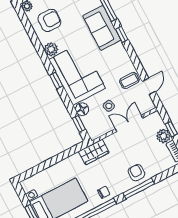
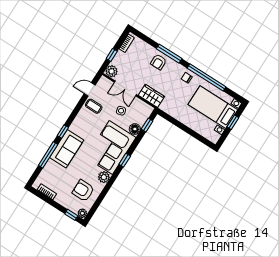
plant: (163, 136) -> (112, 71), moved
wardrobe: (94, 152) -> (151, 96), moved

